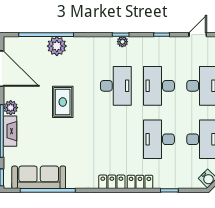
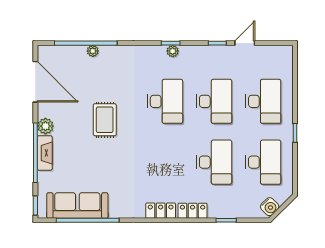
door: (198, 35) -> (245, 43), moved
plant: (57, 46) -> (93, 51), width x0.53, depth x0.53
desk: (159, 86) -> (214, 101), turned 180
desk: (159, 139) -> (214, 162), turned 180

